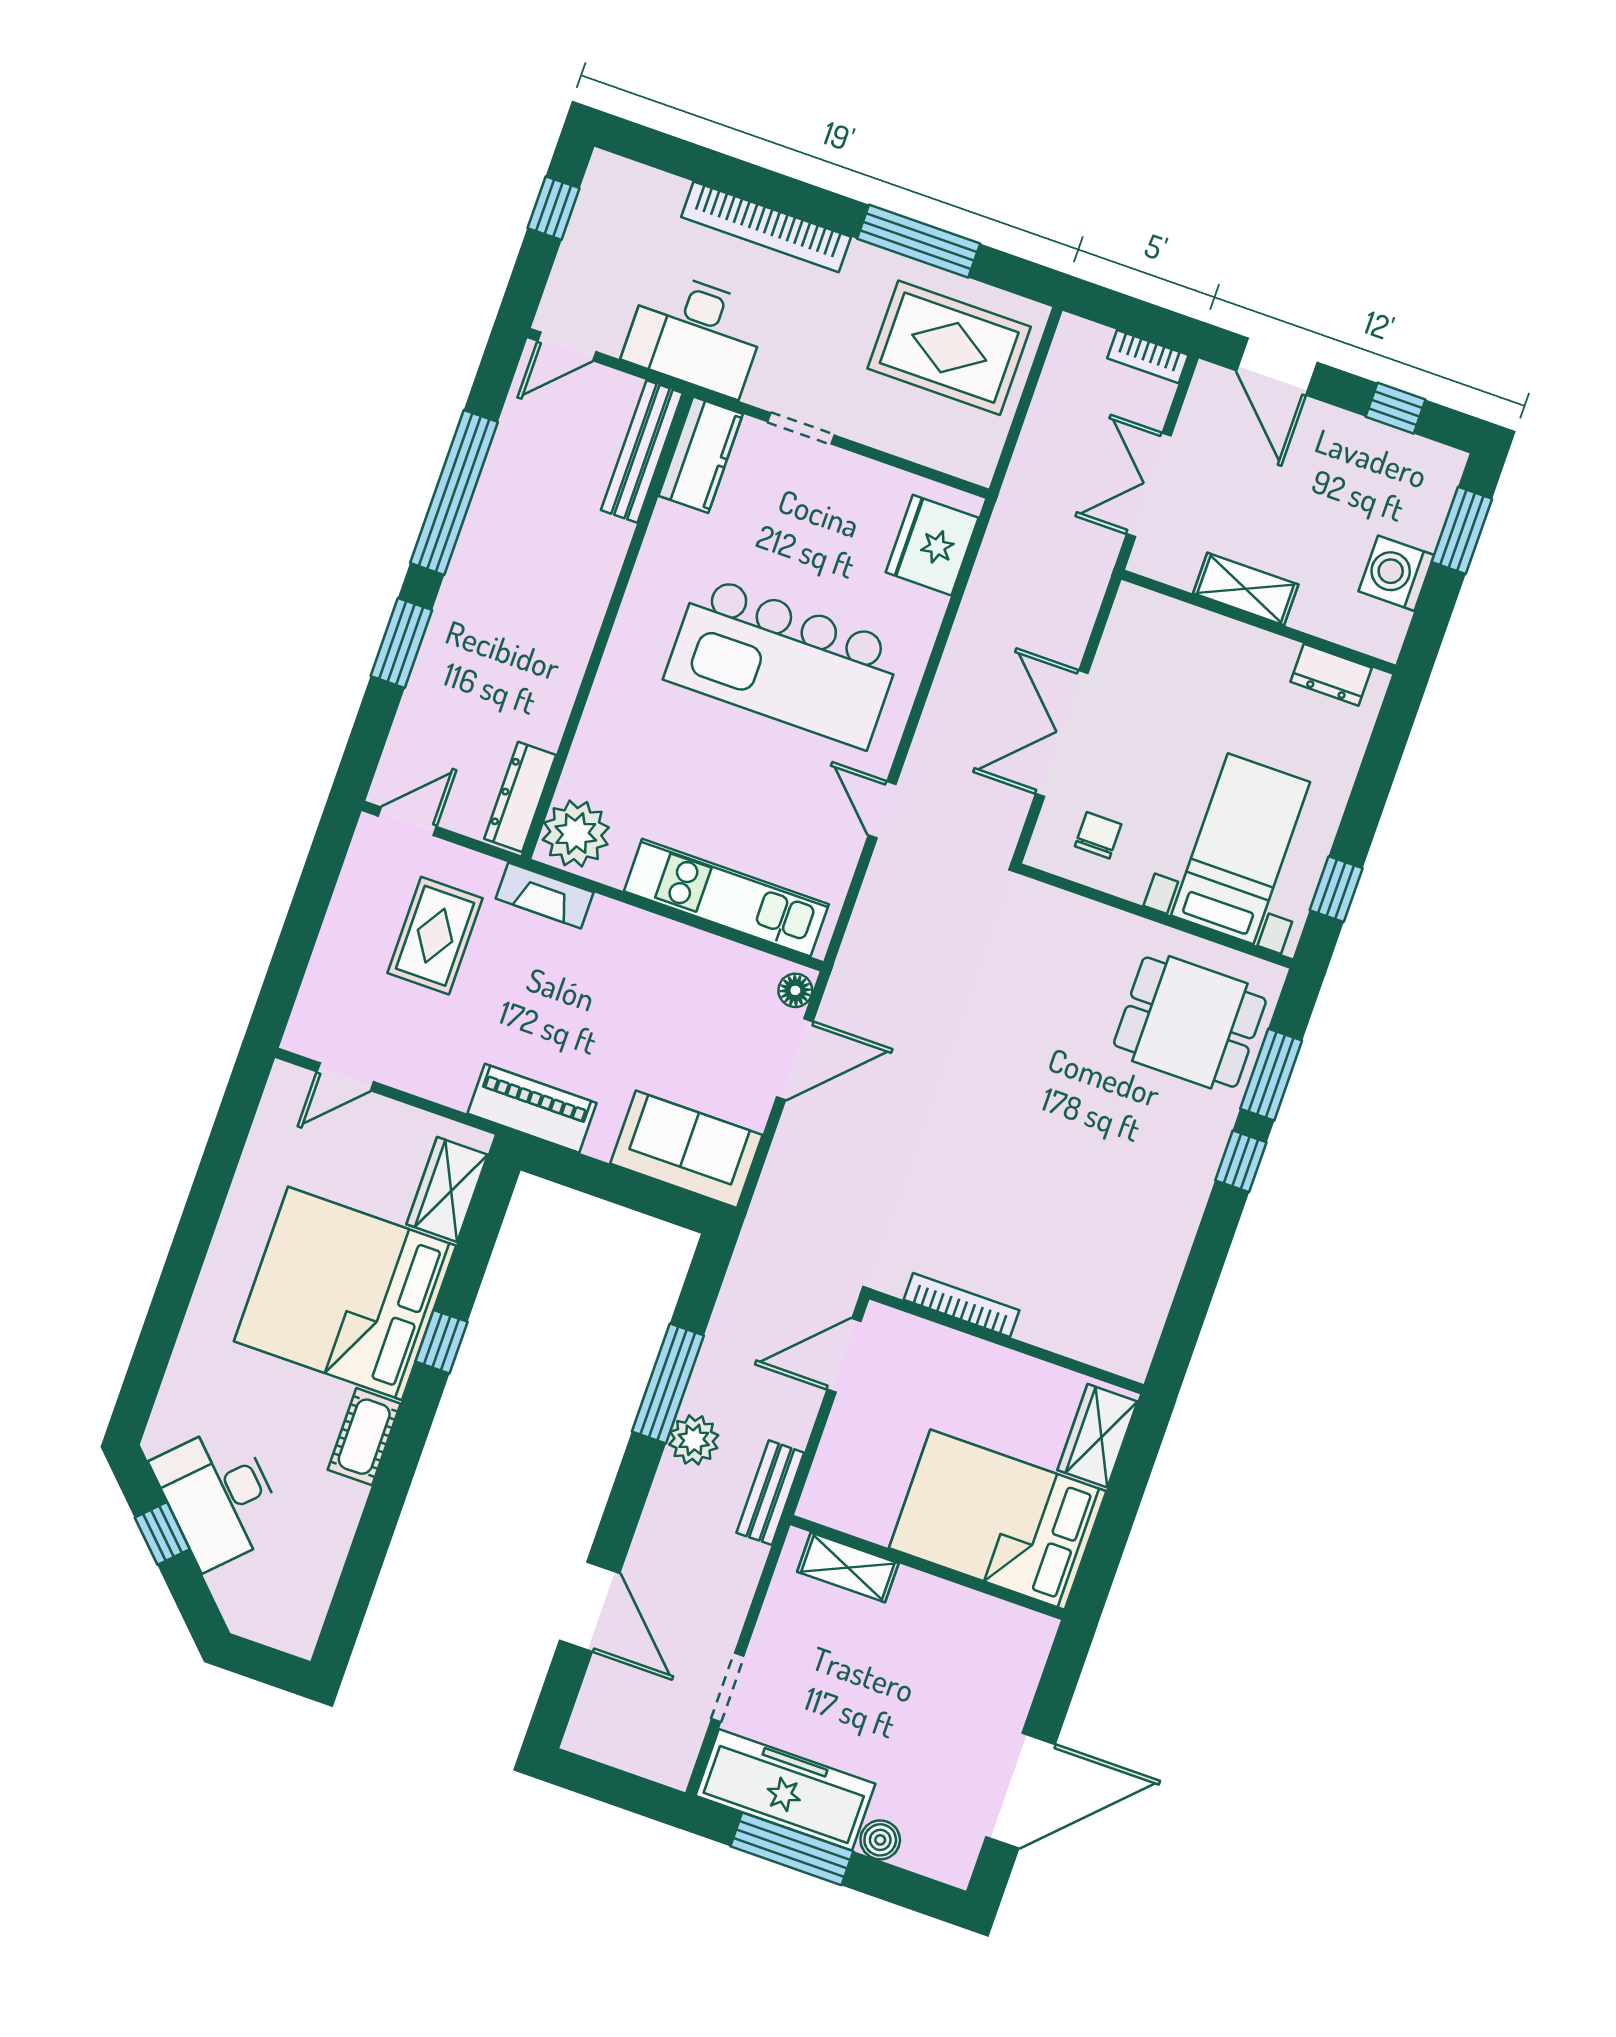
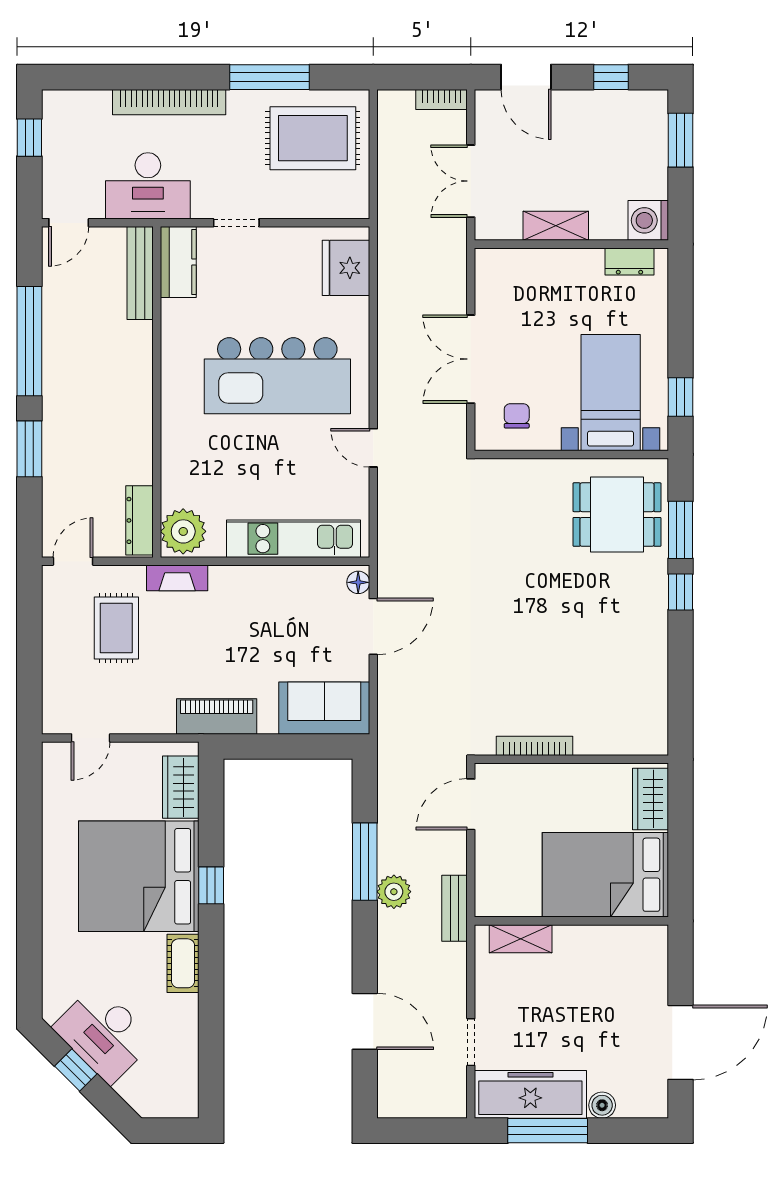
washing machine: (1396, 573) -> (648, 220), moved

